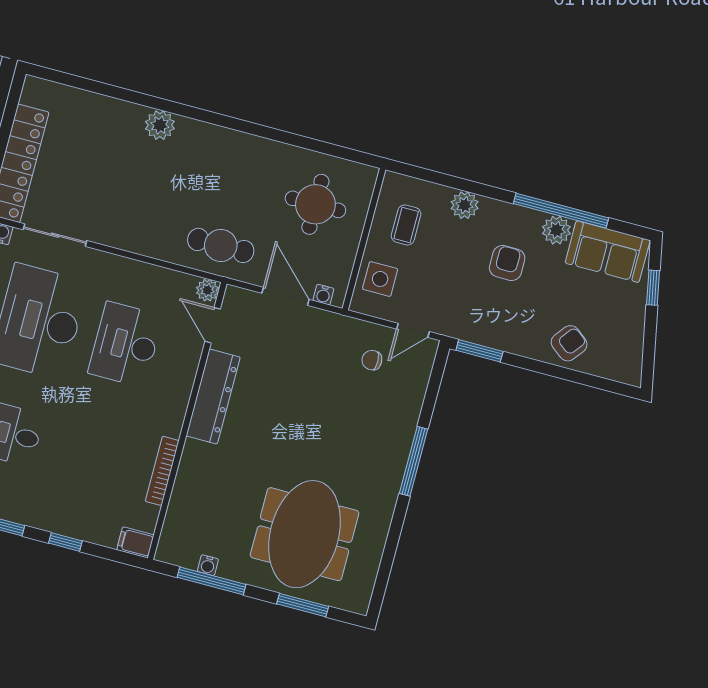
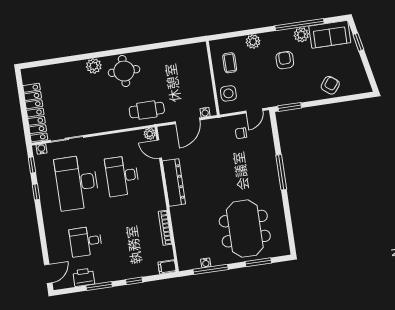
round table: (315, 204) -> (124, 71), moved
door: (285, 296) -> (188, 121), swing flipped

